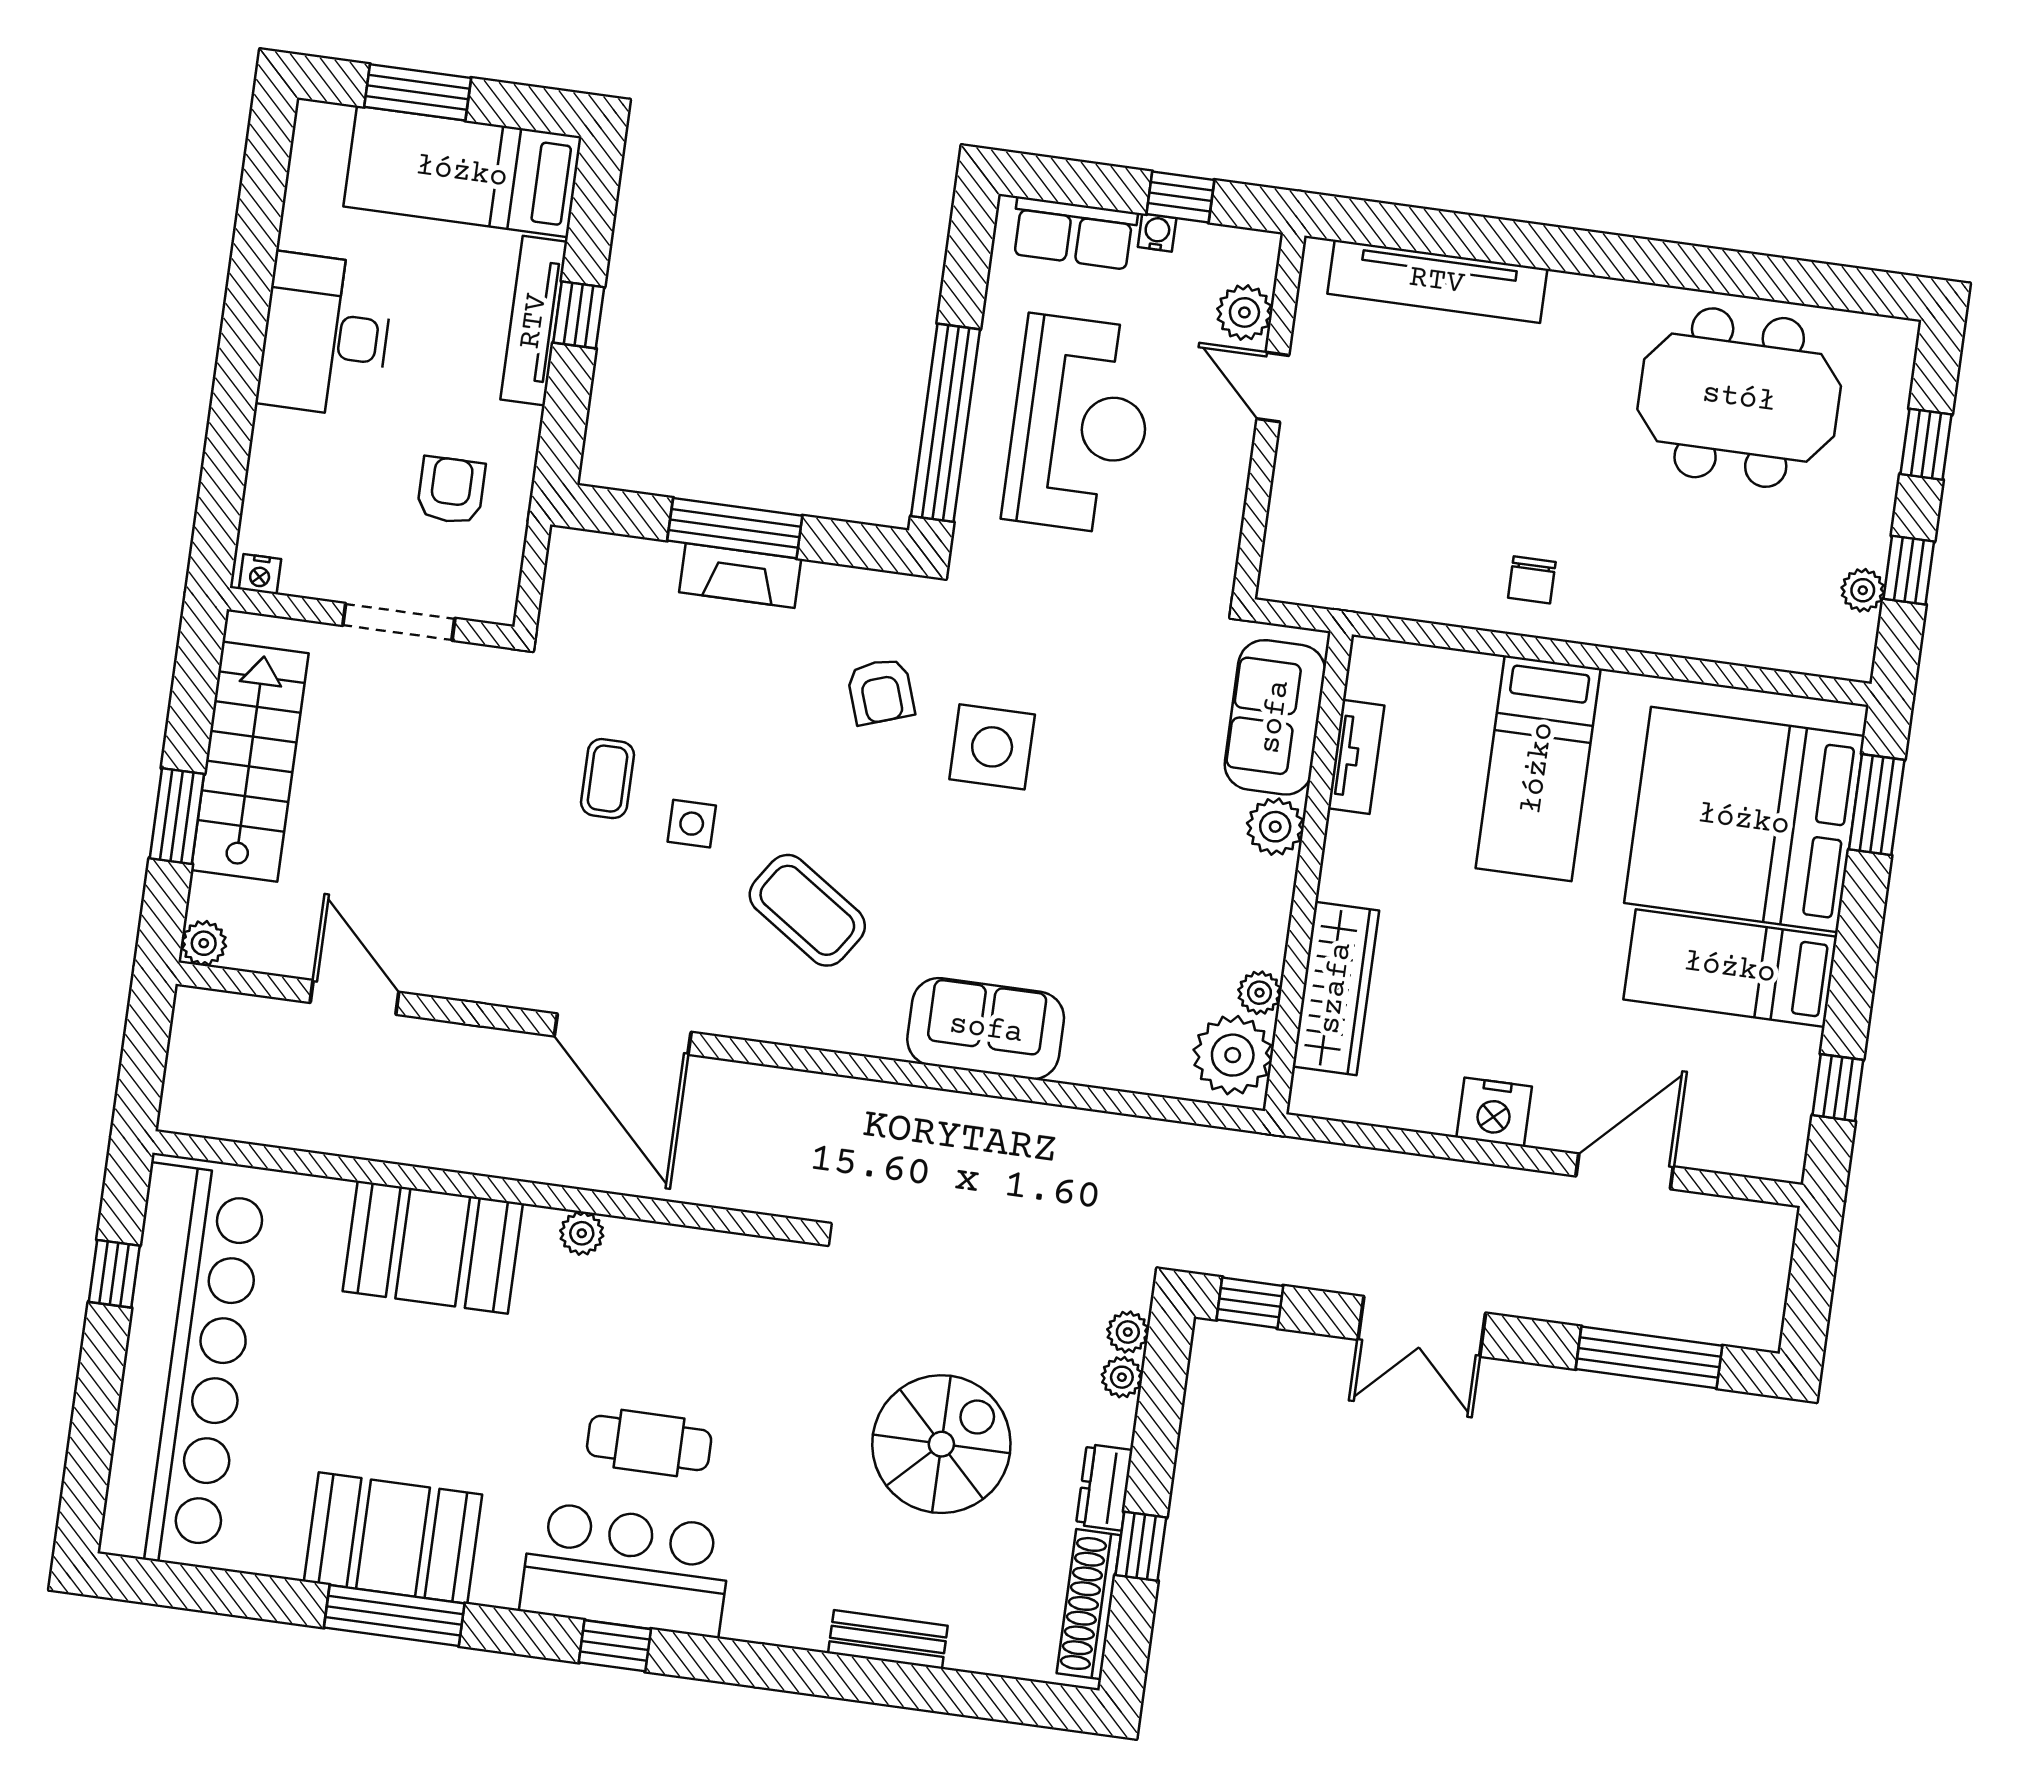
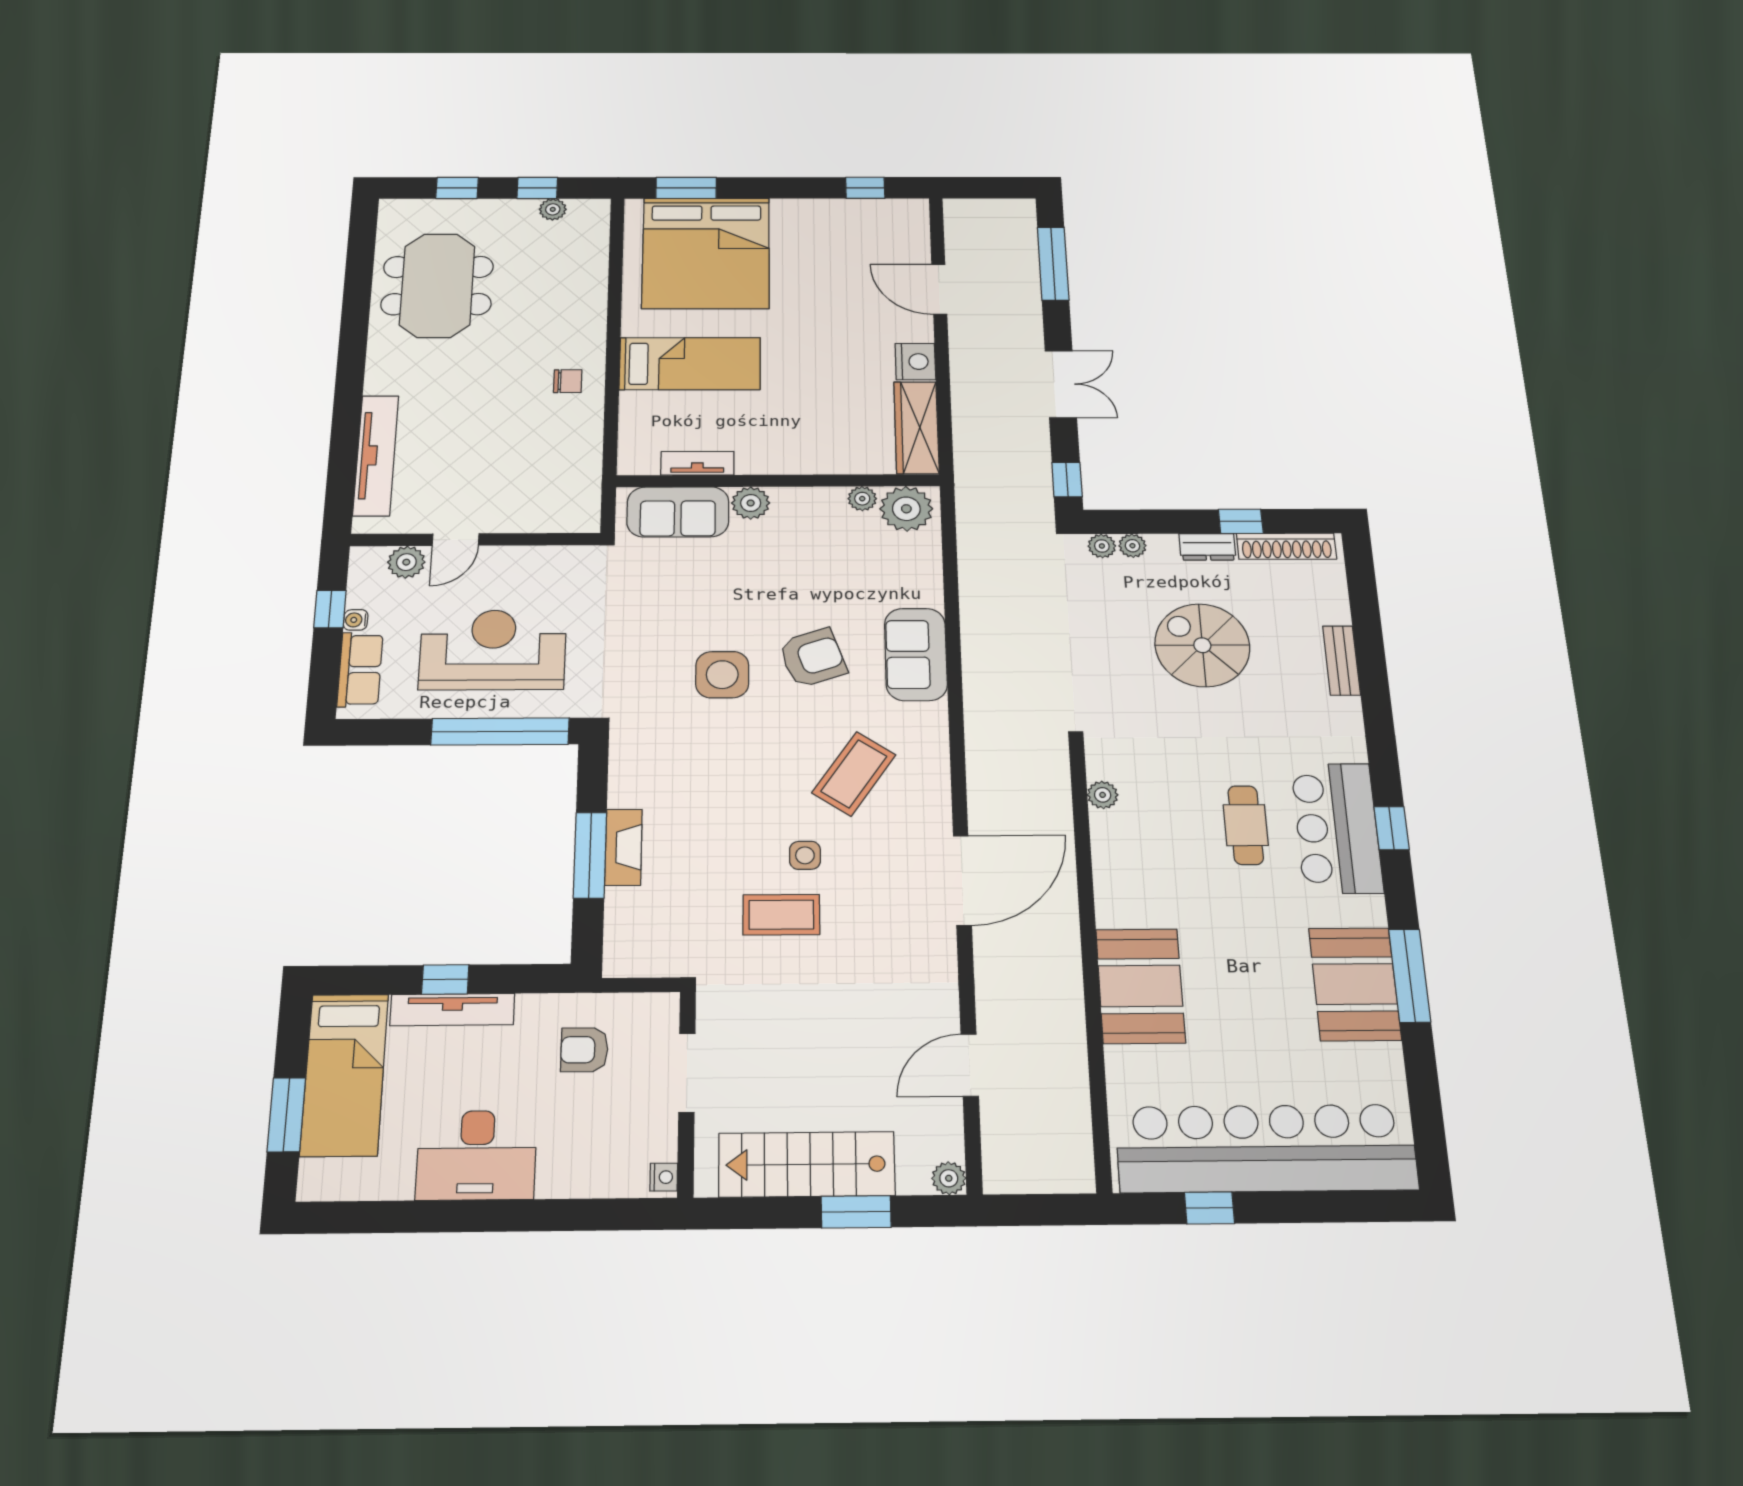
armchair: (881, 691) -> (813, 658), moved, width x1.38, depth x1.38
coffee table: (608, 779) -> (781, 915), width x1.36, depth x1.30
bed: (1730, 968) -> (801, 250), removed
wardrobe: (1336, 988) -> (916, 427), moved, turned -90
plant: (582, 1233) -> (1103, 795), moved

